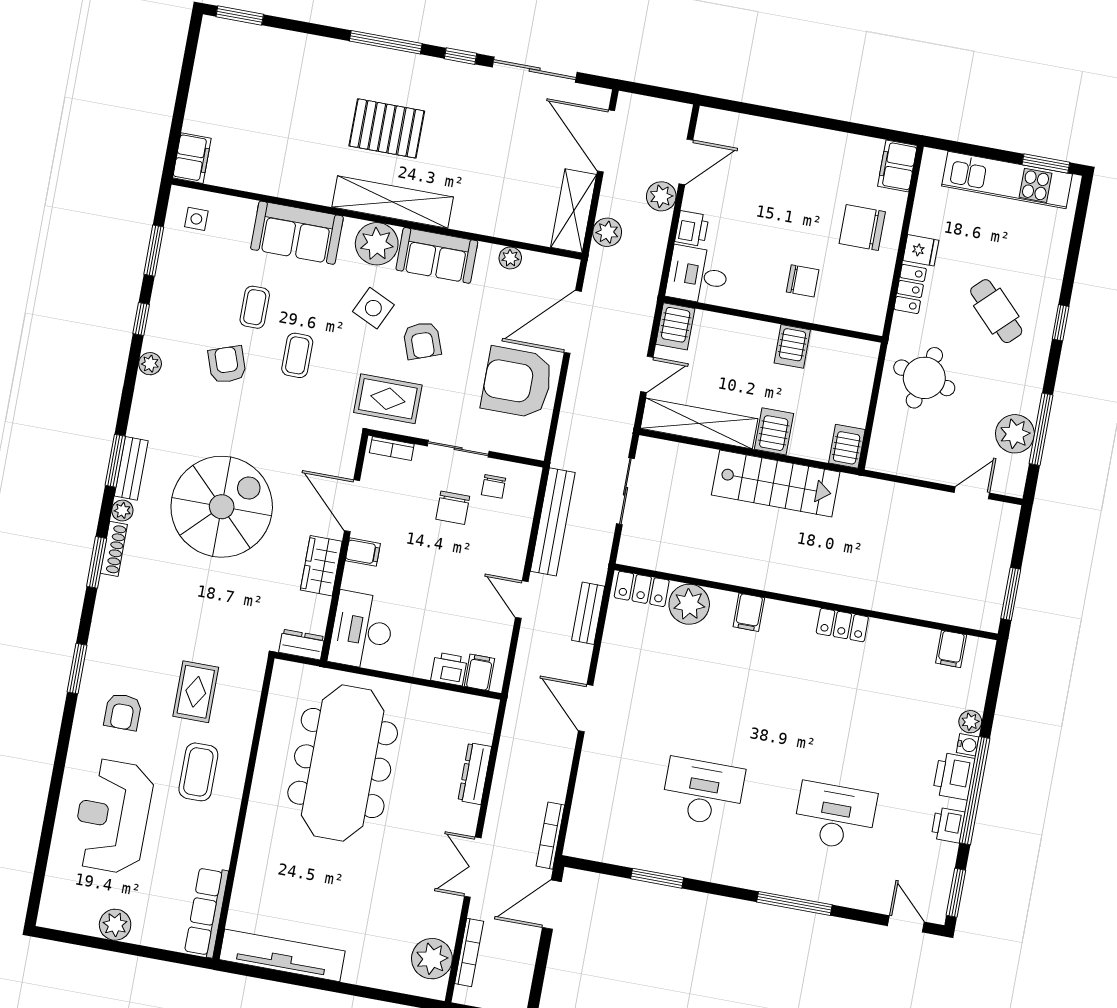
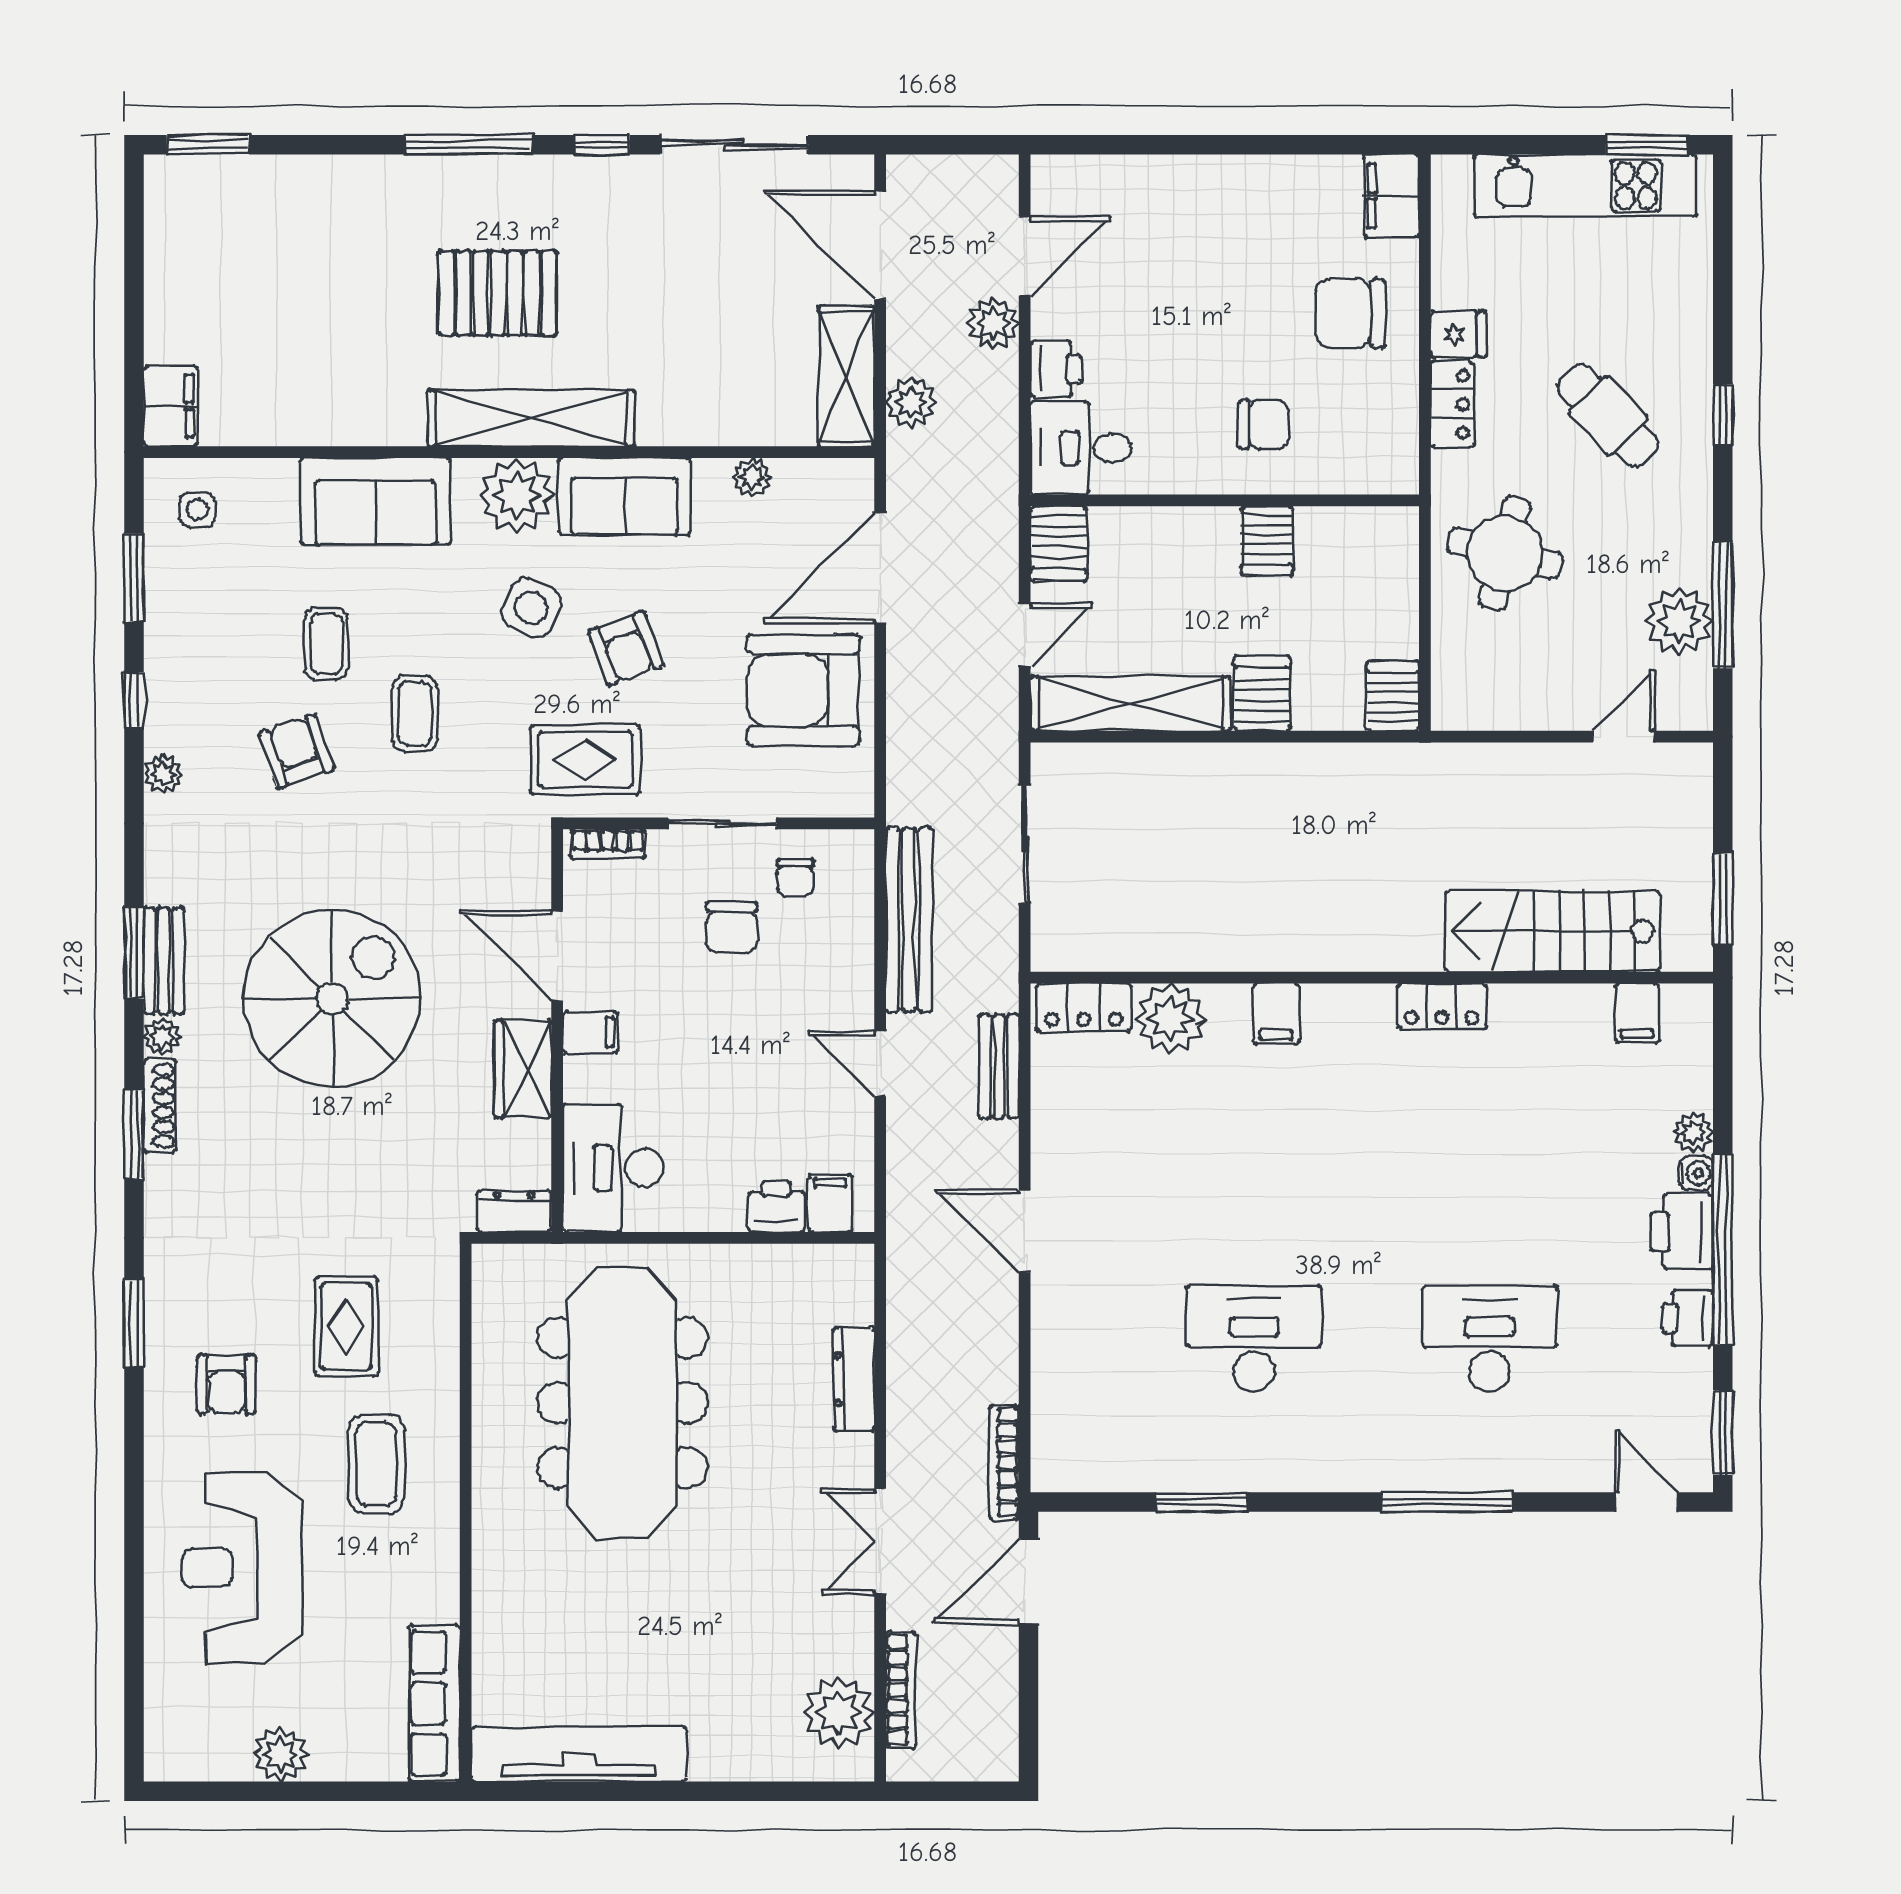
stairs: (776, 483) -> (1552, 931), moved, turned 180

